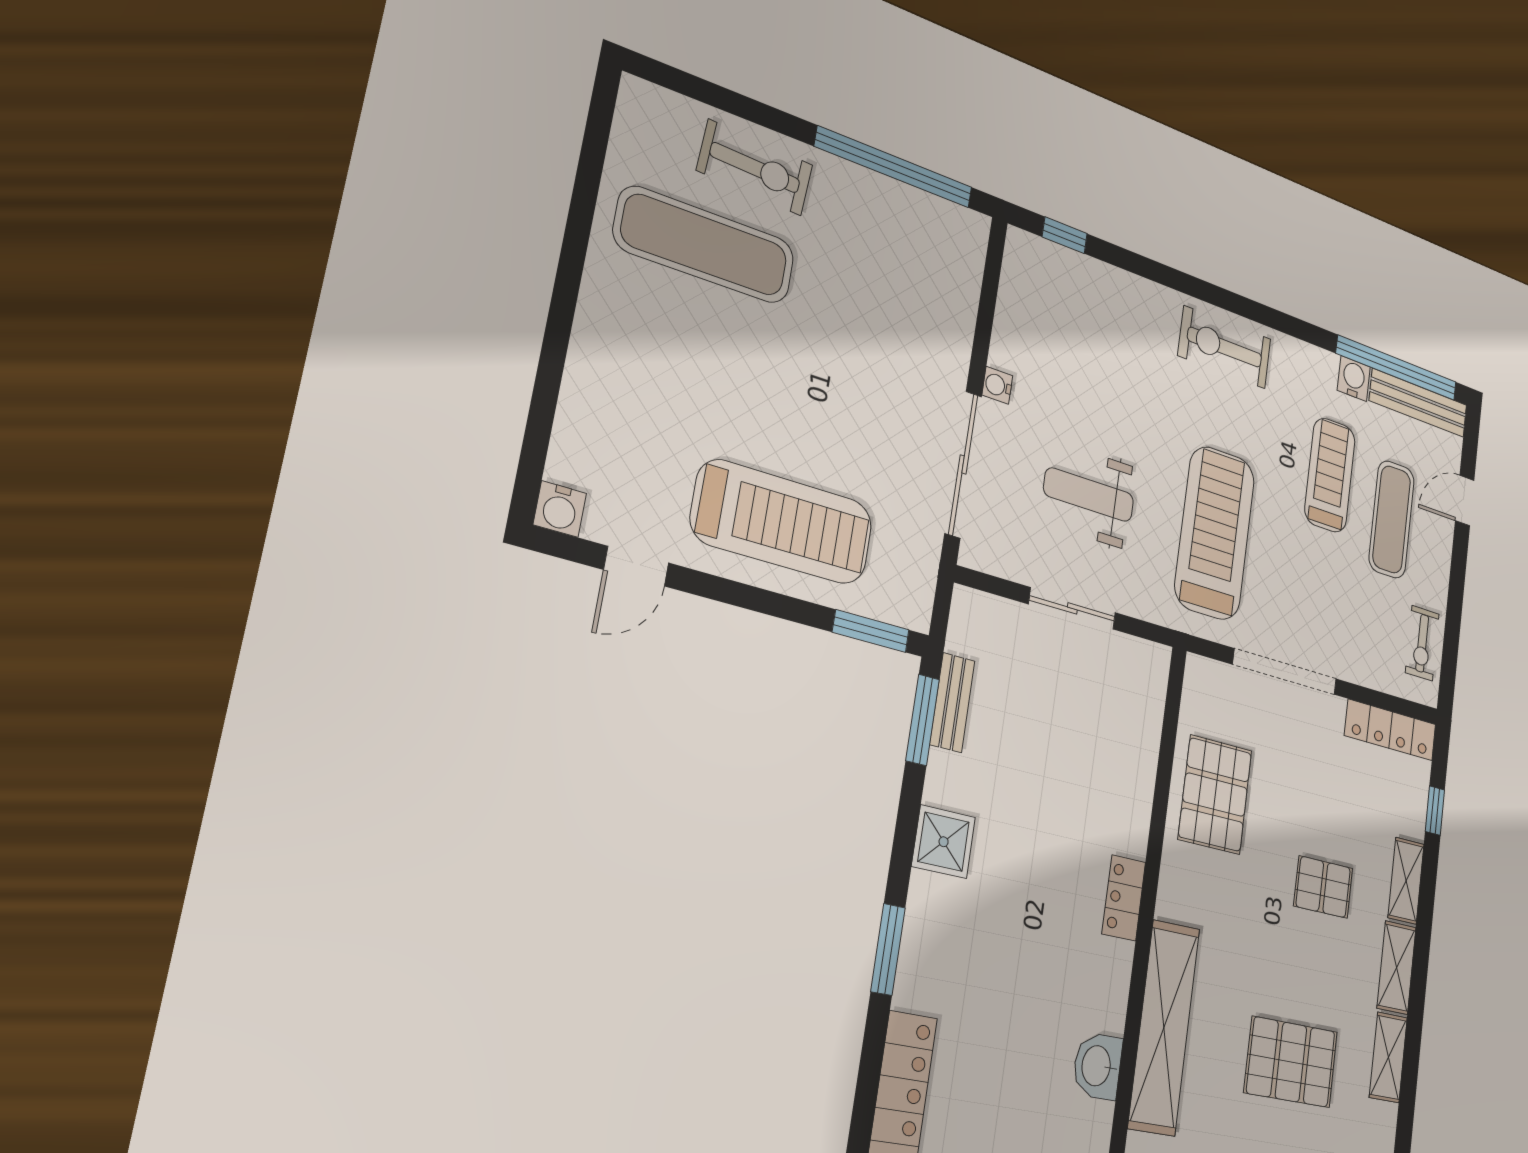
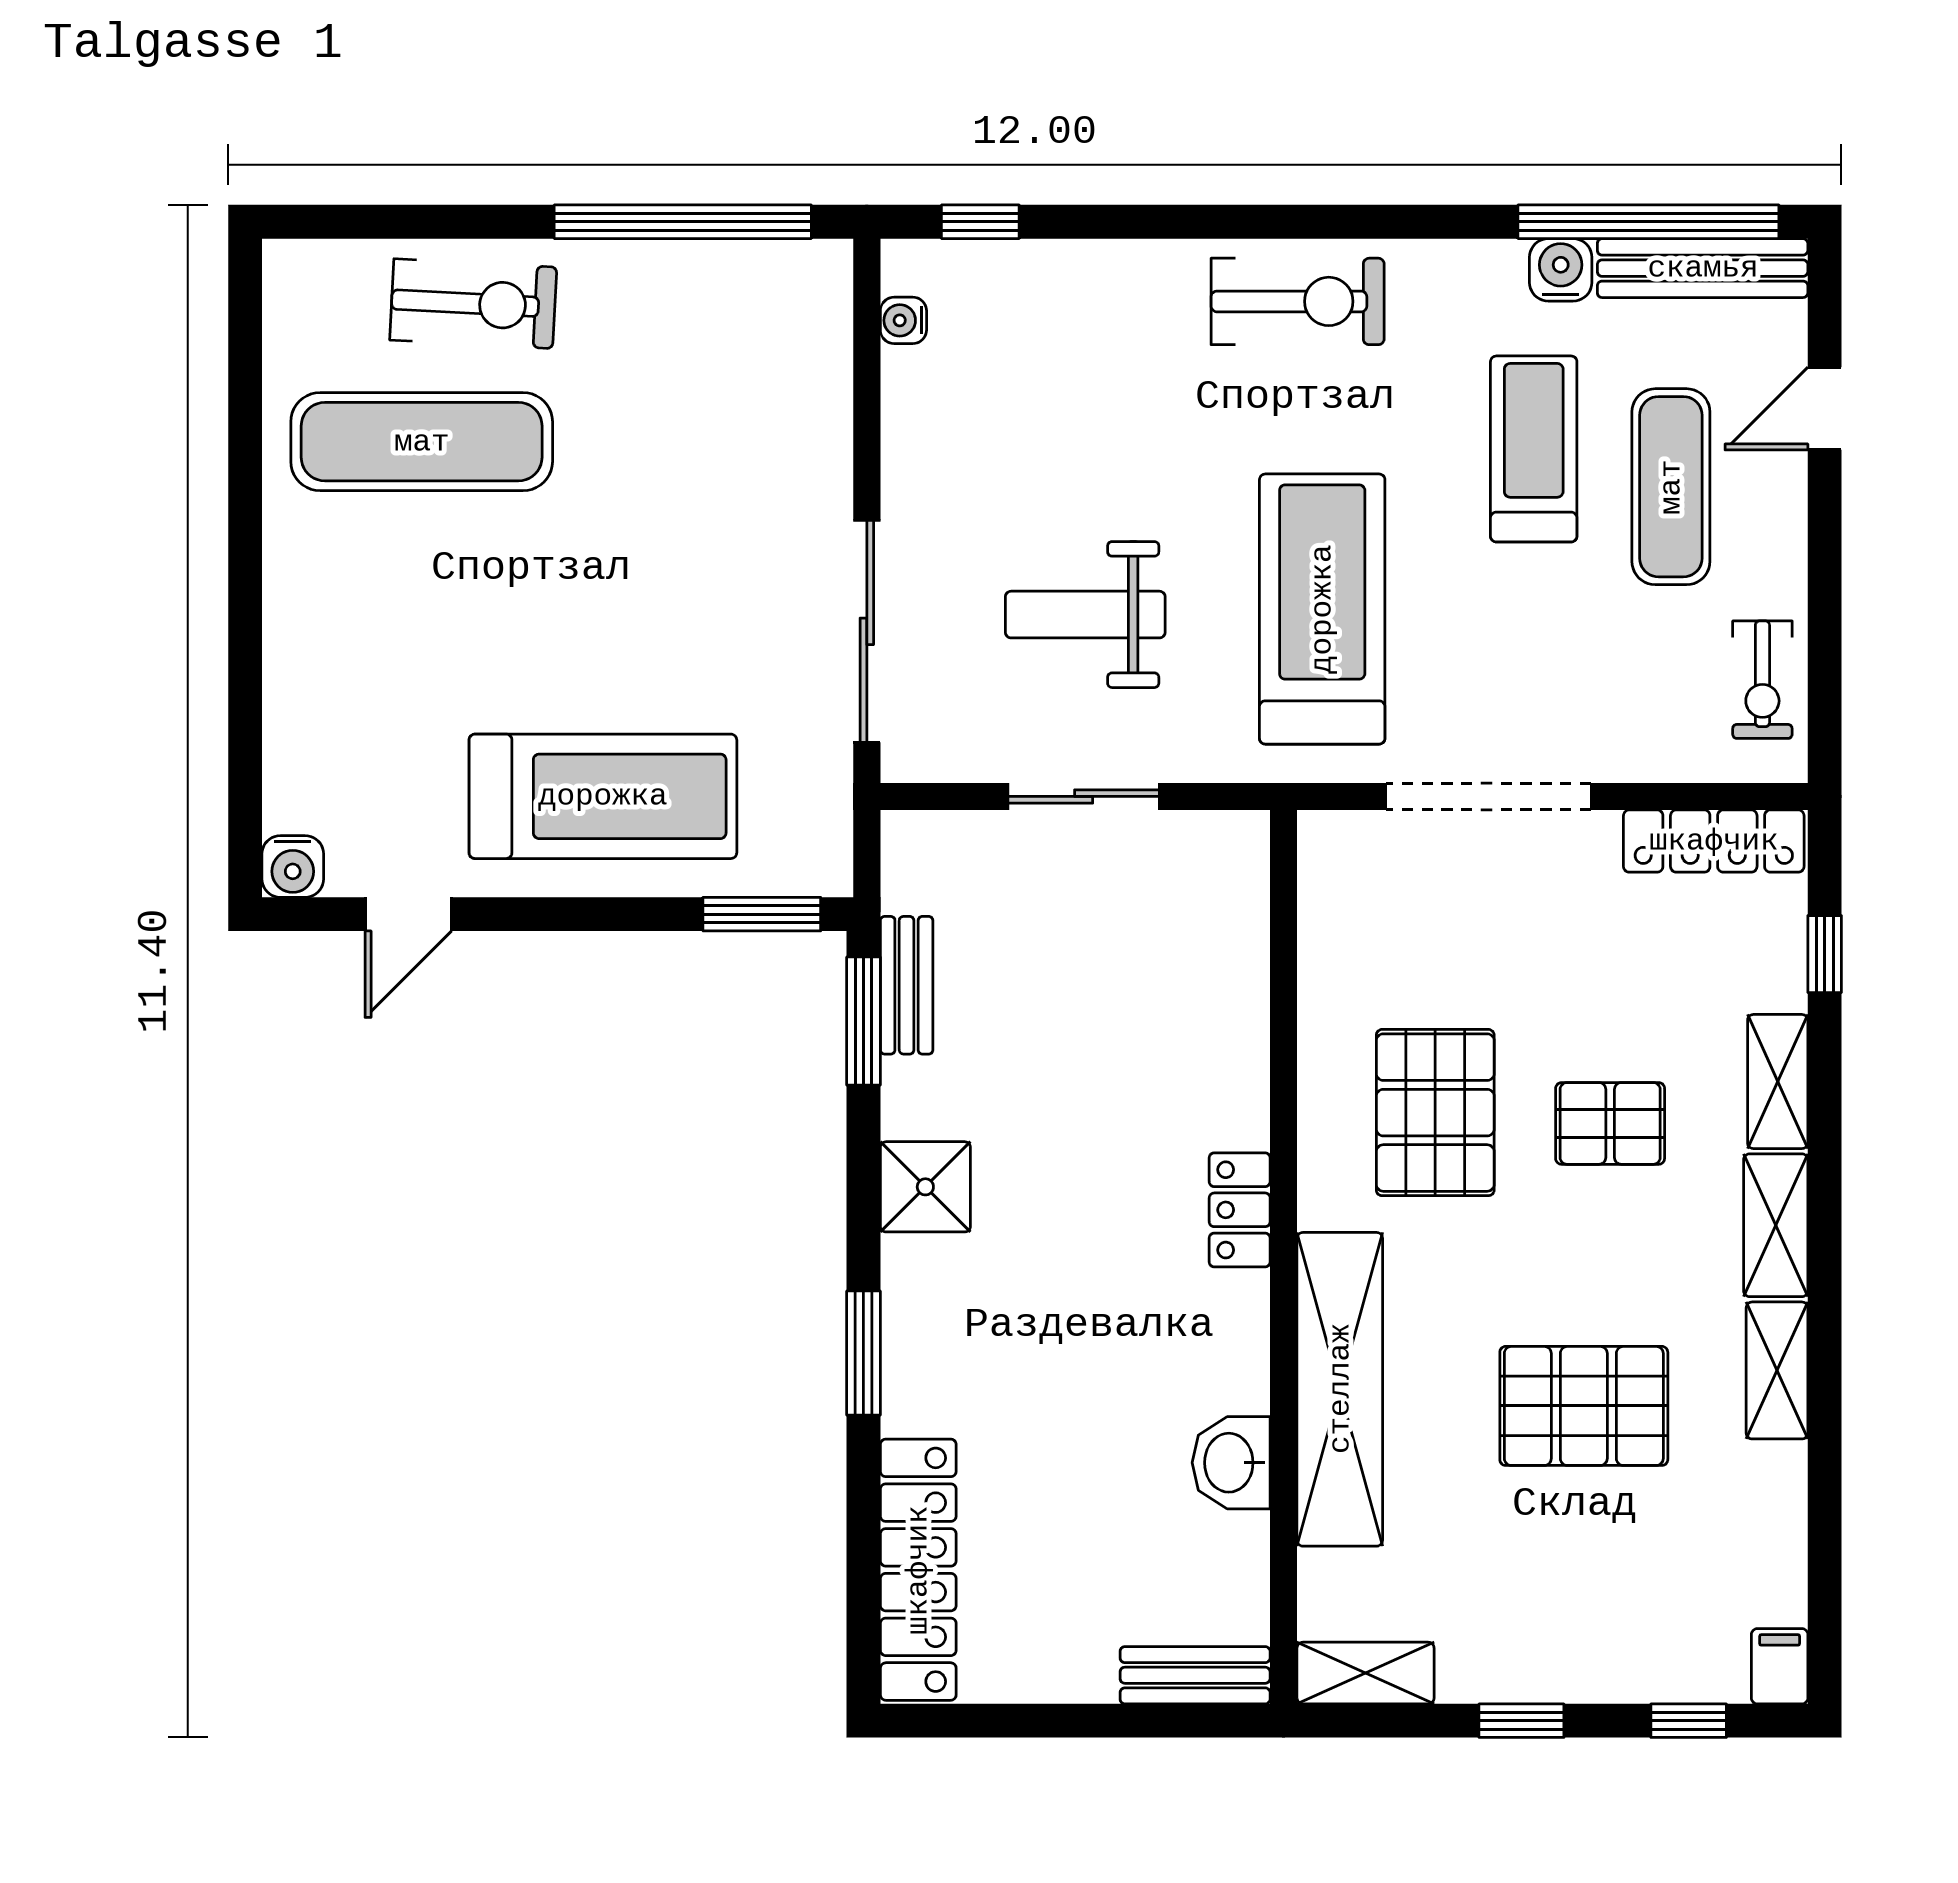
exercise bike: (1225, 347) -> (1298, 301), turned 180
water cooler: (997, 385) -> (903, 320), moved
pallet: (1215, 795) -> (1435, 1113), moved

